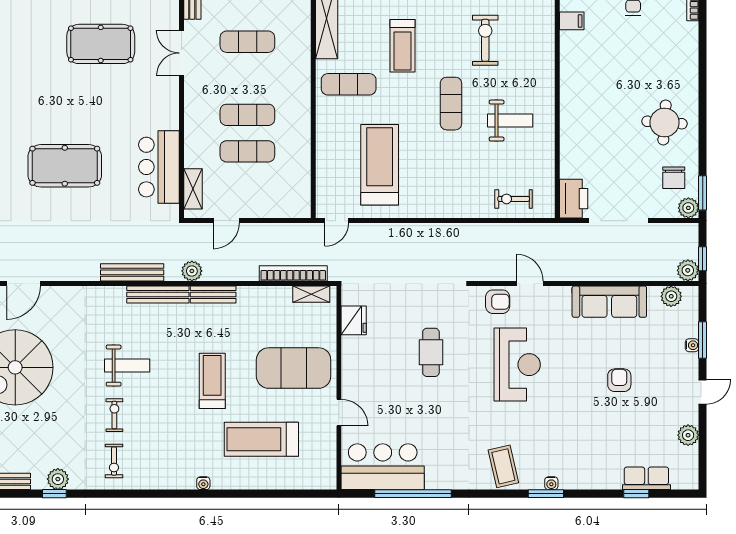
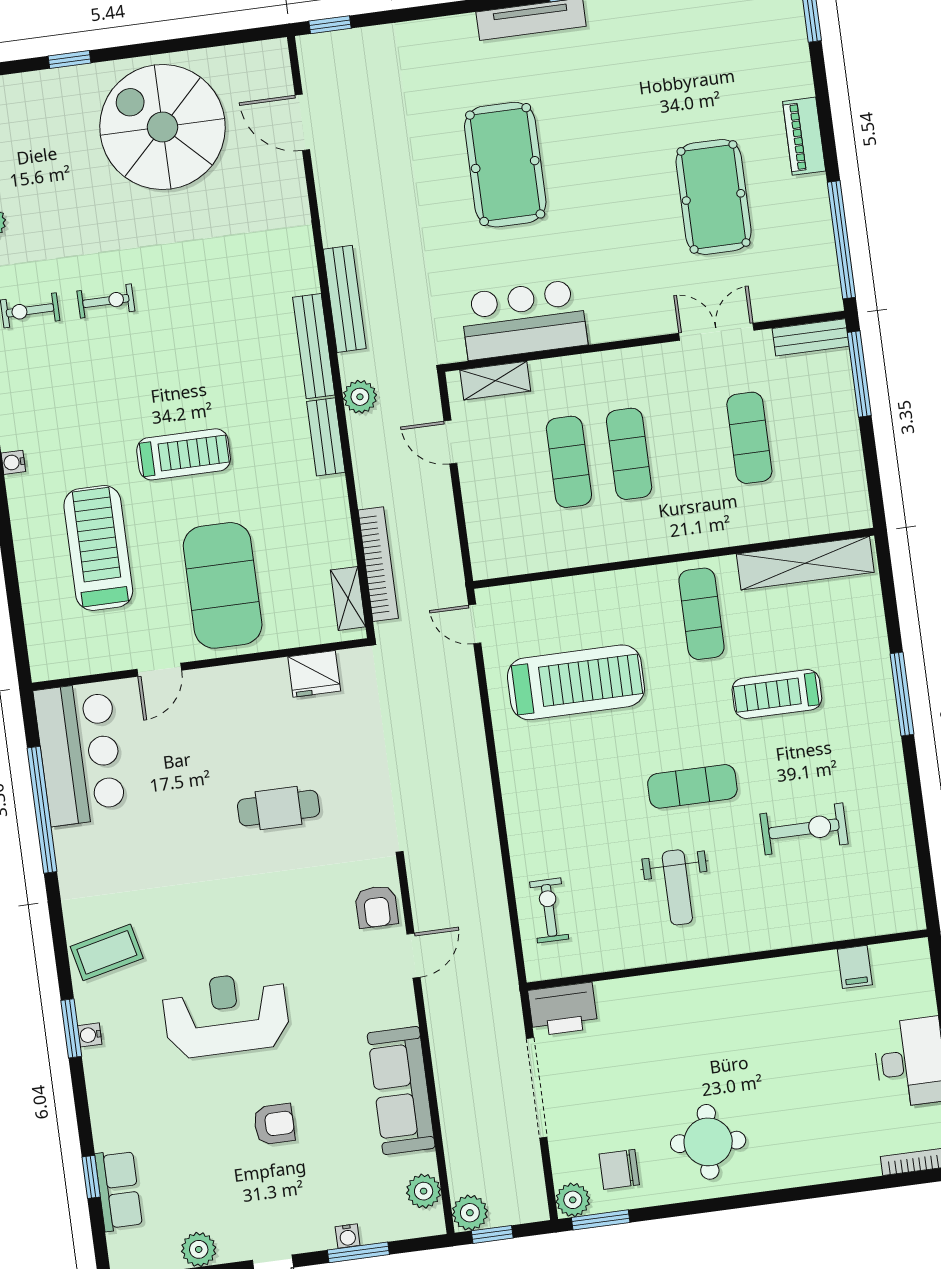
reception desk: (517, 365) -> (226, 1014), moved, turned 180
weight bench: (127, 366) -> (190, 311), removed

